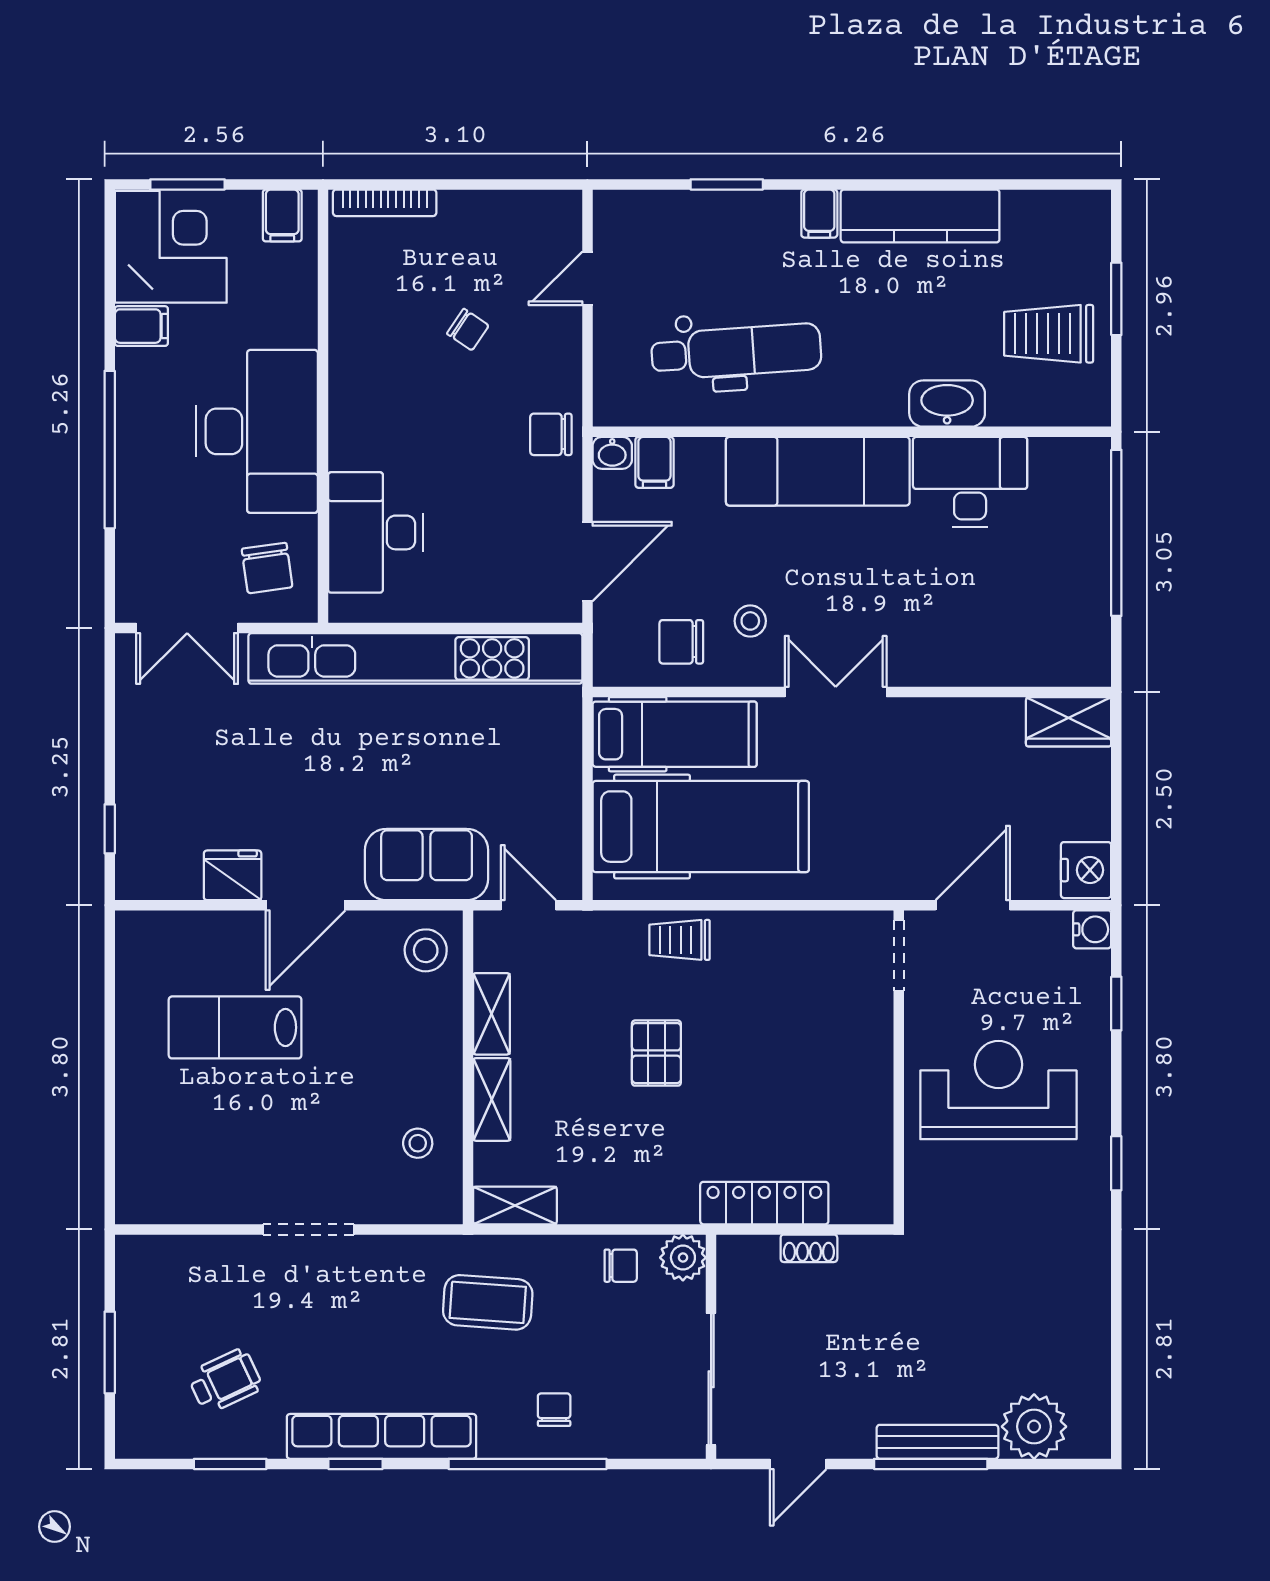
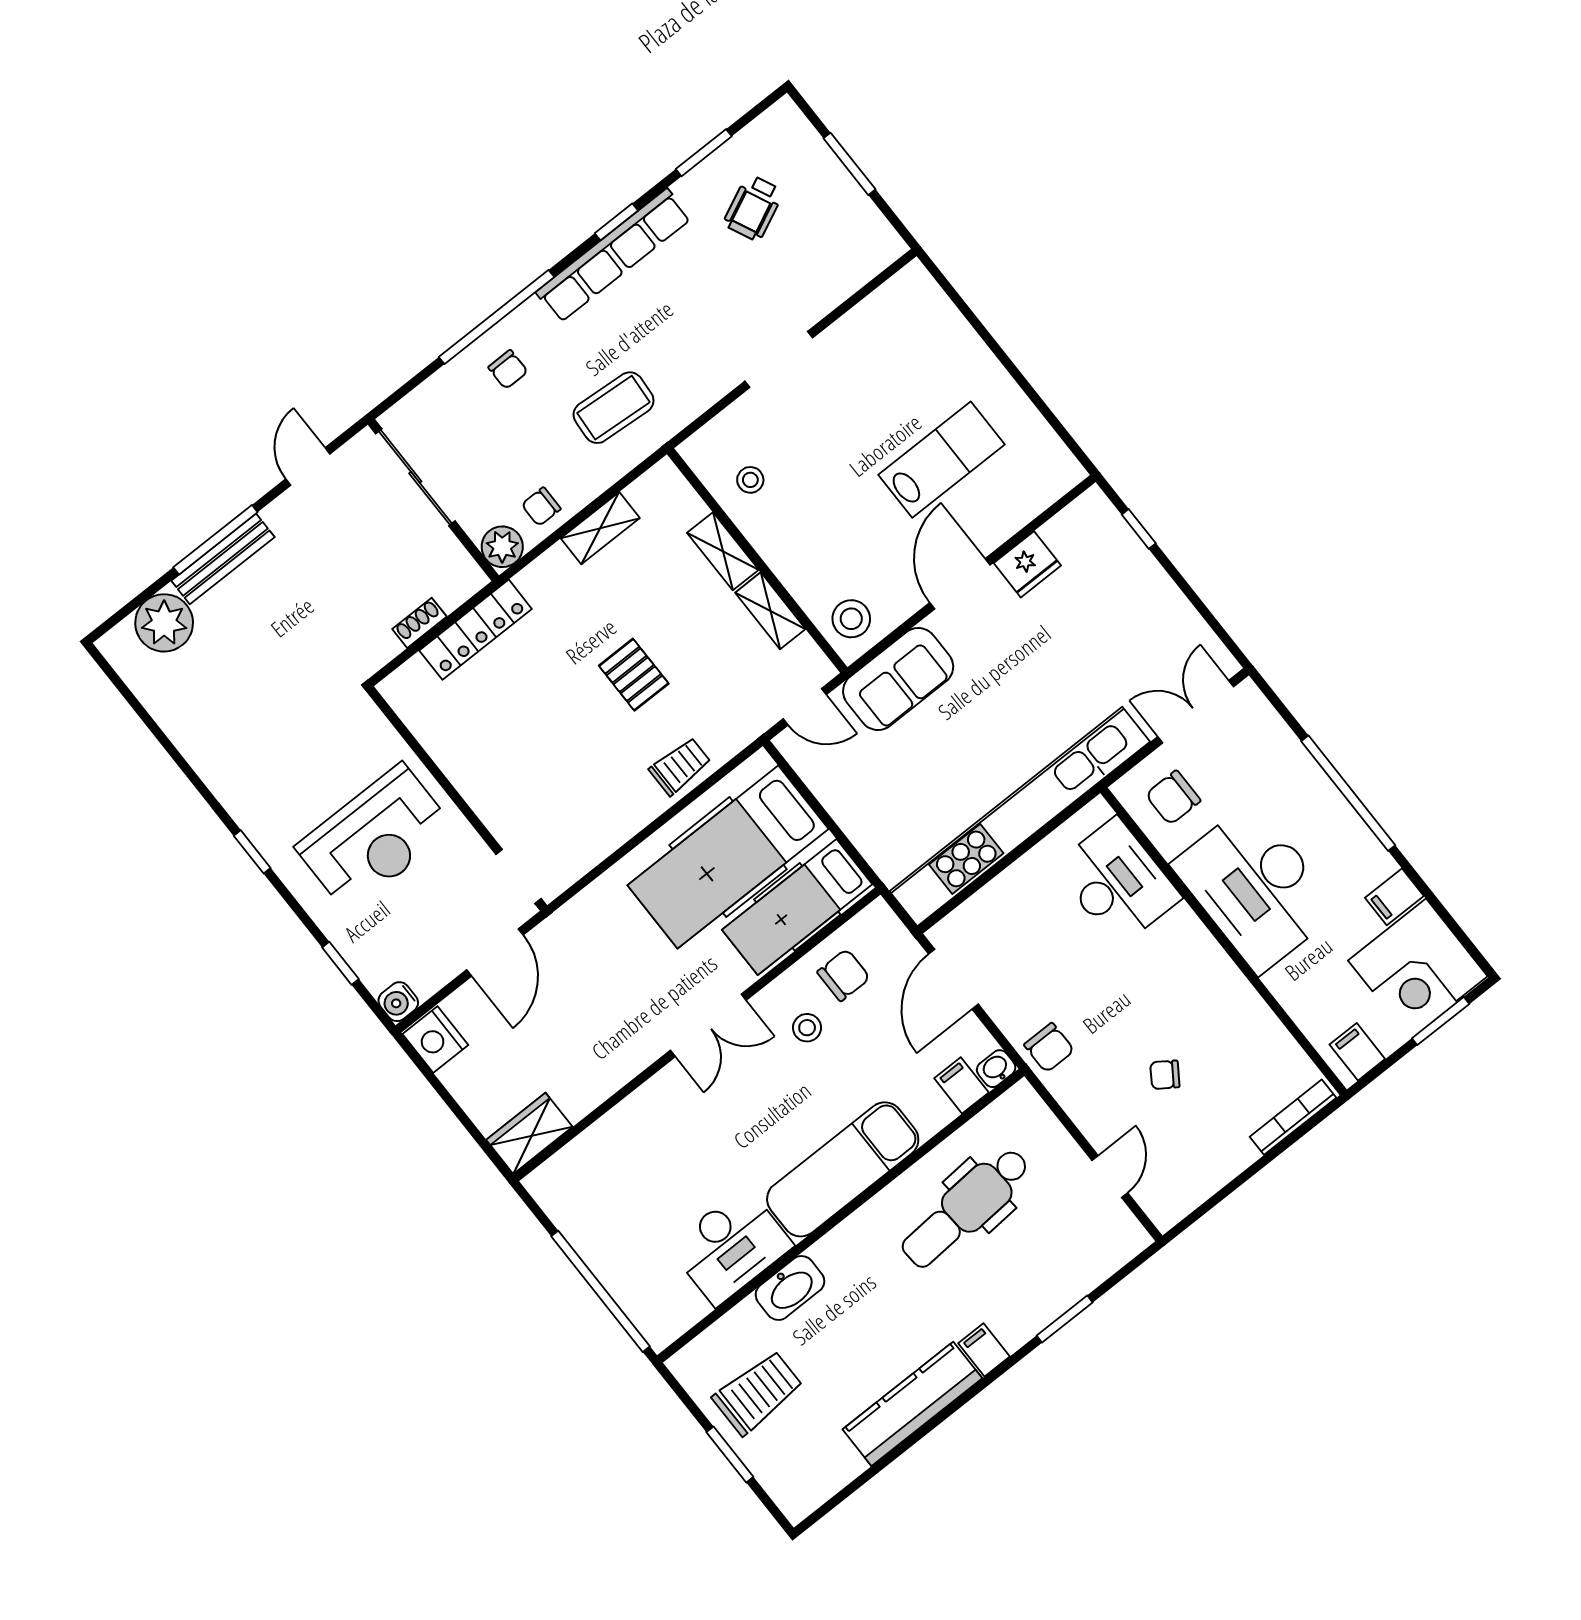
chair: (551, 434) -> (1049, 1048), turned 90
chair: (267, 568) -> (1173, 798), turned -82
shelving: (515, 1205) -> (600, 528), moved

